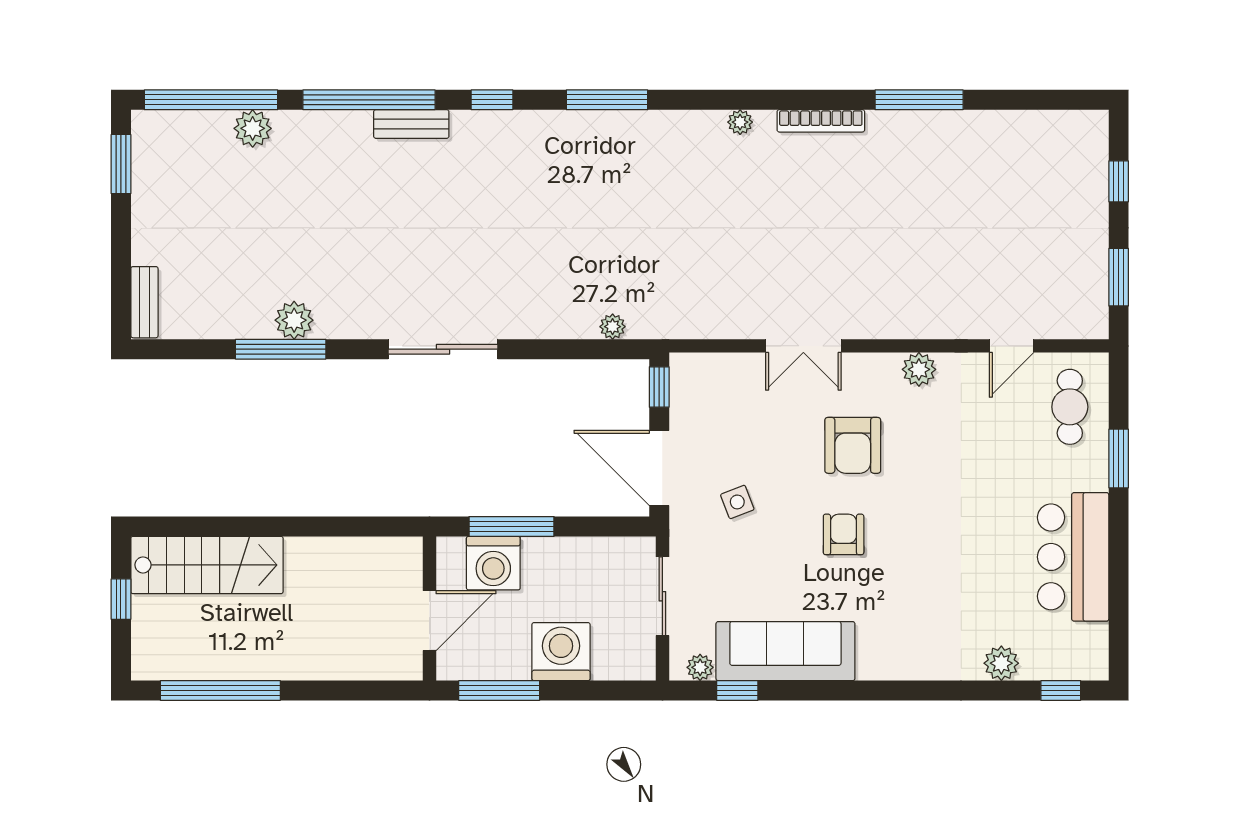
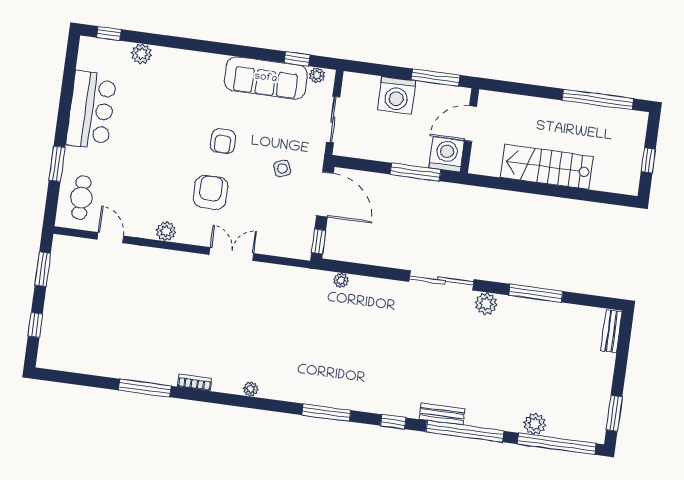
bookcase: (821, 121) -> (194, 382), width x0.64
plant: (294, 320) -> (486, 304), moved
door: (1012, 346) -> (110, 238), hinge flipped
washing machine: (493, 563) -> (447, 154), moved
stairs: (207, 565) -> (547, 167), moved

